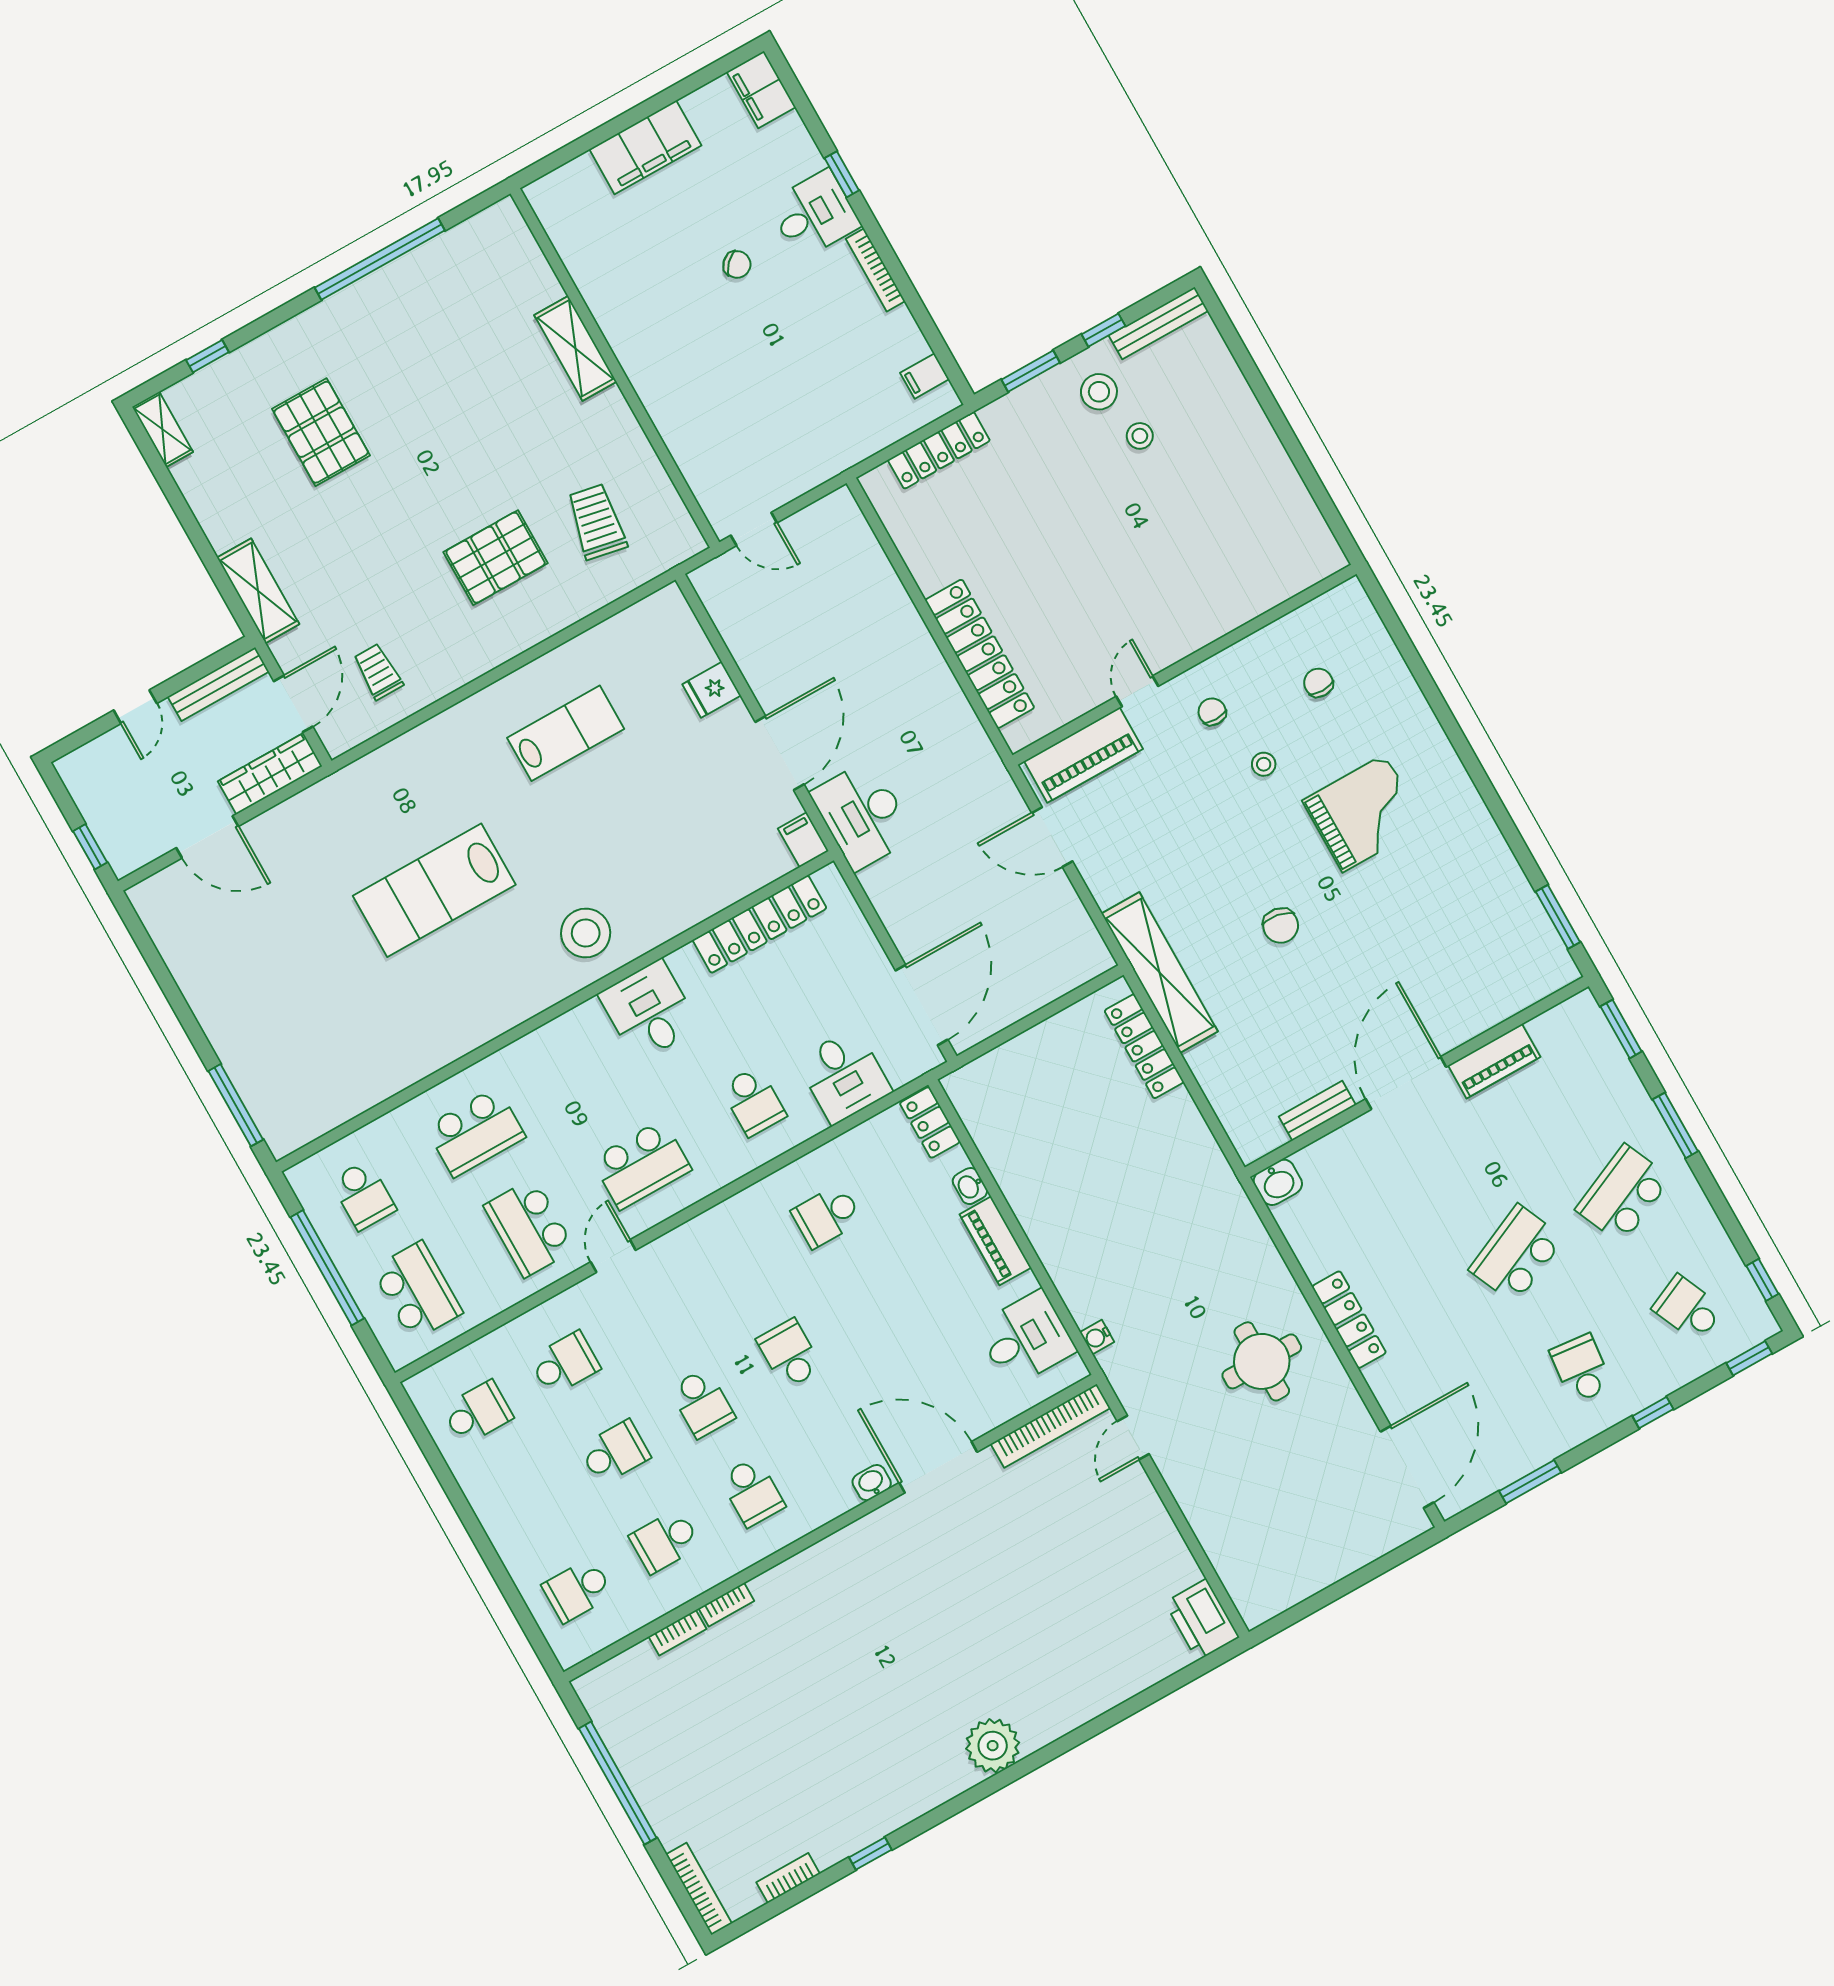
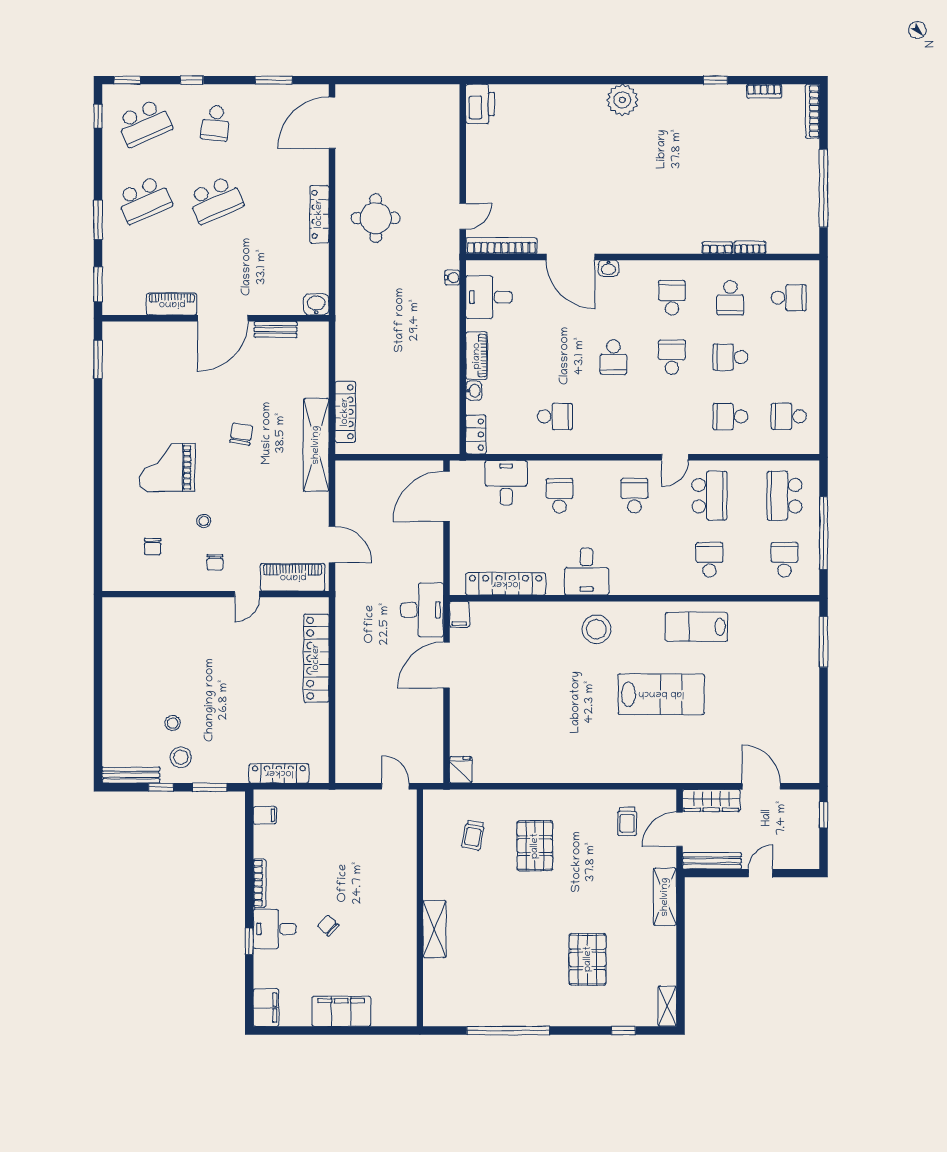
trolley: (597, 522) -> (473, 835), width x0.73, depth x0.72
pallet: (496, 558) -> (535, 846), turned 90
fridge: (712, 690) -> (461, 770), moved, turned -90
lab bench: (566, 733) -> (696, 627), moved
school desk: (475, 1132) -> (709, 560), width x0.54
school desk: (641, 1164) -> (634, 496), width x0.54
school desk: (1688, 1309) -> (144, 123), width x1.85
school desk: (665, 1541) -> (730, 298), turned 90

